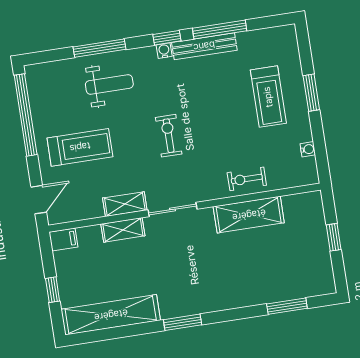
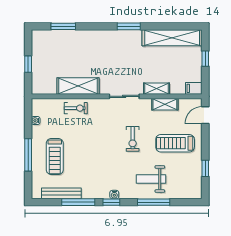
bench: (204, 46) -> (61, 193), moved
window: (311, 93) -> (28, 155), width x1.44
treadmill: (268, 97) -> (55, 157), turned 180
window: (26, 115) -> (205, 168), width x0.32
exercise bike: (169, 136) -> (133, 139), moved
shelving: (125, 204) -> (165, 104), moved

